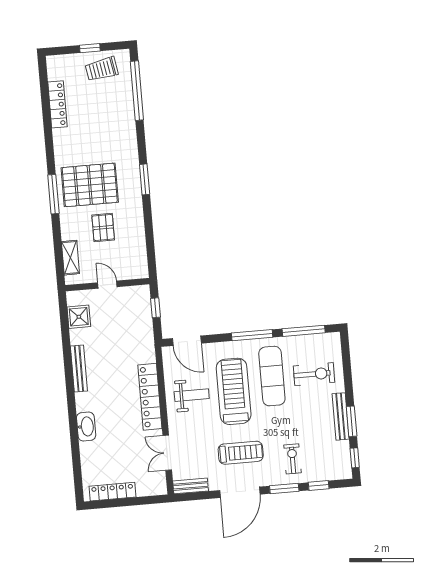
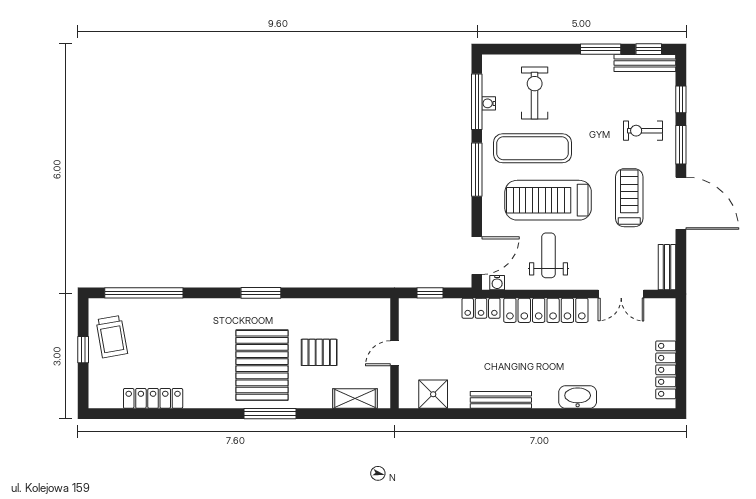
water cooler: (303, 340) -> (489, 103), added
locker: (147, 347) -> (481, 308), added
water cooler: (168, 358) -> (497, 283), added
bench: (341, 416) -> (645, 63), moved

